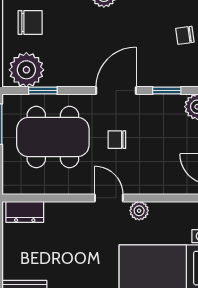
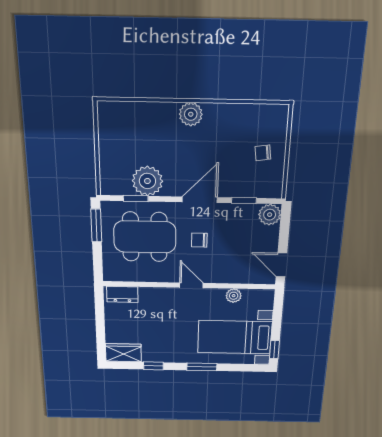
chair: (30, 22) -> (123, 139), removed
plant: (26, 70) -> (147, 181), moved
plant: (139, 211) -> (234, 296), moved

